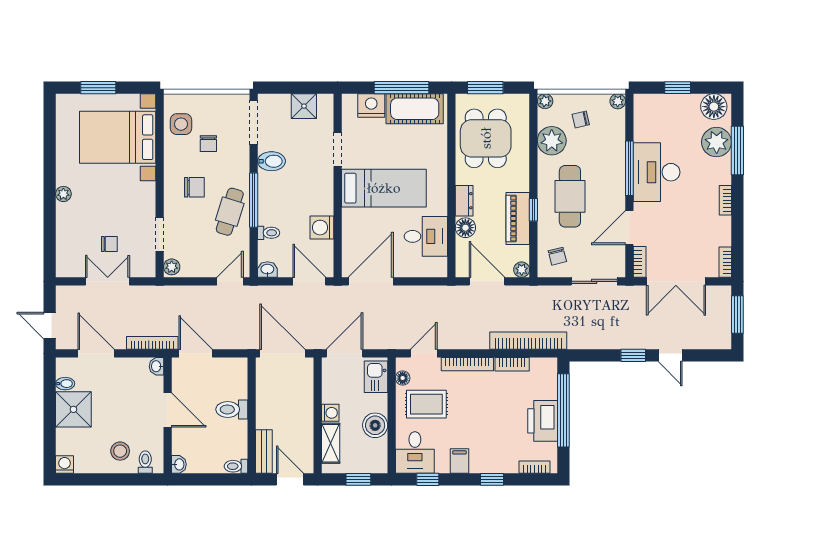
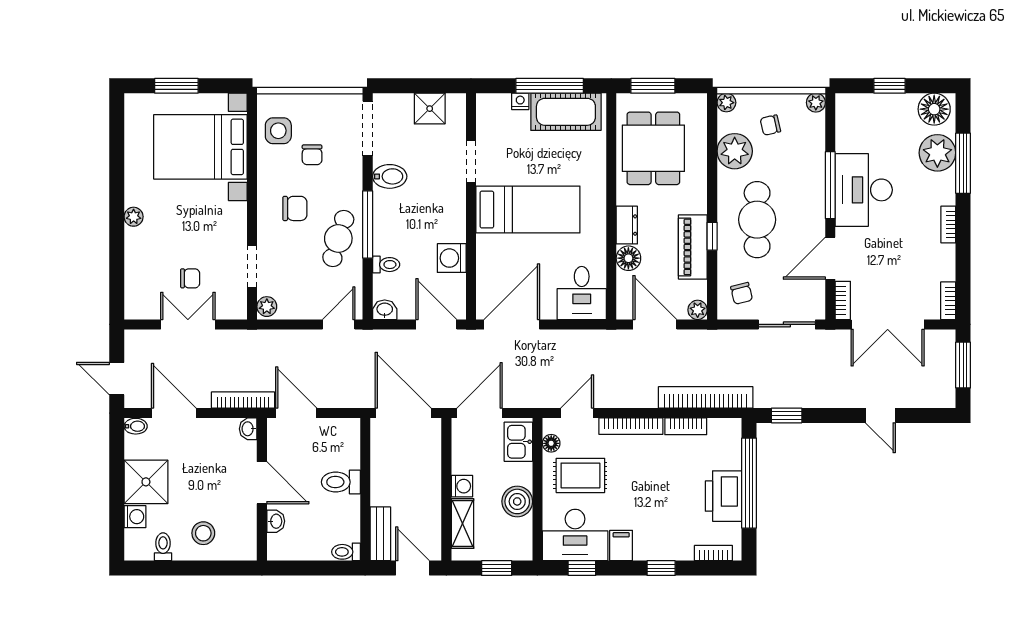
nightstand: (371, 105) -> (520, 101), width x0.53, depth x0.56
desk: (426, 236) -> (582, 293), moved, turned 90
window: (633, 355) -> (787, 415), moved
bidet: (65, 384) -> (136, 426), moved
desk: (415, 452) -> (575, 535), width x1.37
toilet: (145, 462) -> (163, 547), moved
washing machine: (65, 464) -> (135, 517), moved, turned 90
washbasin: (179, 464) -> (276, 521), moved

